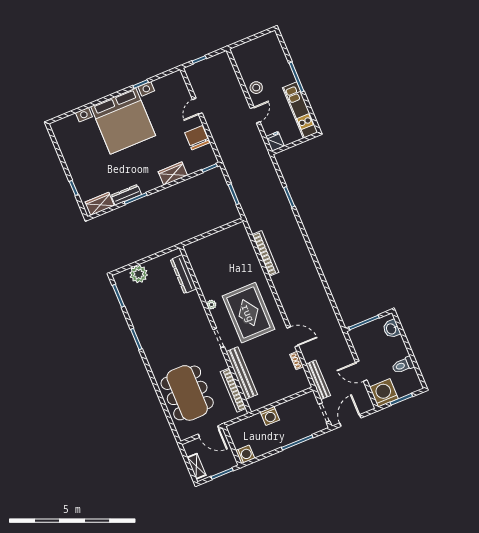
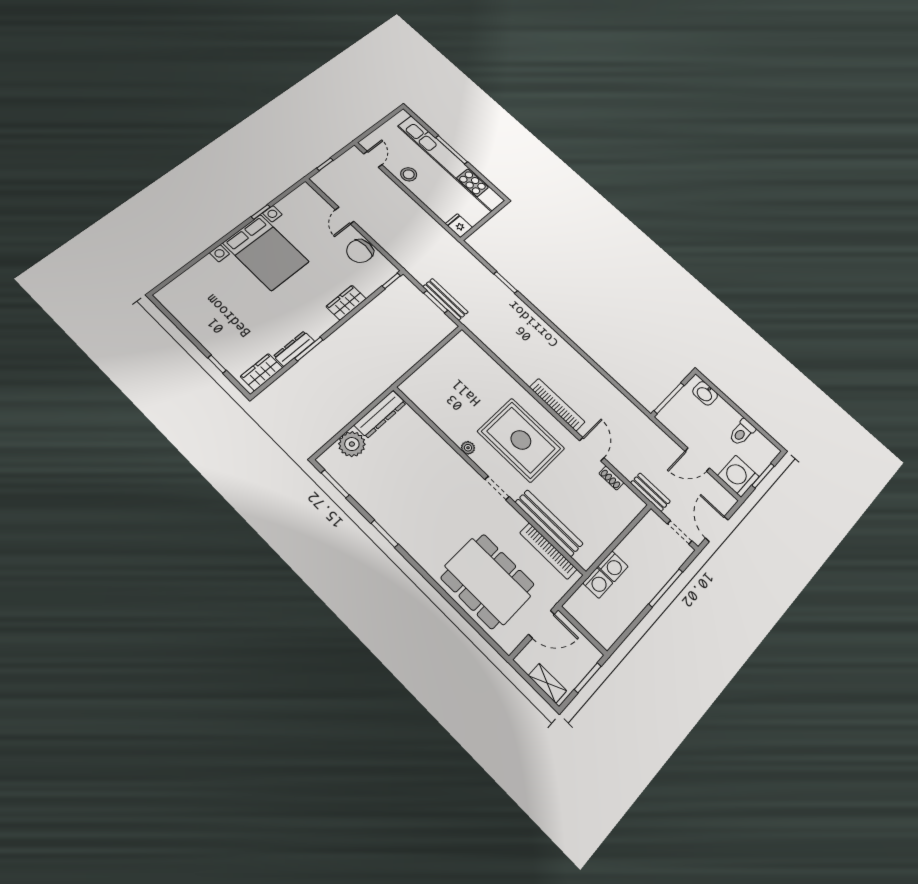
kitchen unit: (300, 110) -> (451, 163), width x1.86
door: (255, 115) -> (373, 159), moved
bed with nightstands: (123, 121) -> (266, 252), width x0.73
chair: (197, 138) -> (360, 251), turned -90
bench: (241, 195) -> (445, 299), added
bookcase: (265, 253) -> (557, 405), moved
dresser: (183, 274) -> (380, 414), moved, turned -90
door: (293, 337) -> (592, 449), hinge flipped
bench: (318, 380) -> (650, 492), width x0.73
washing machine: (245, 454) -> (598, 583), moved, turned 90

